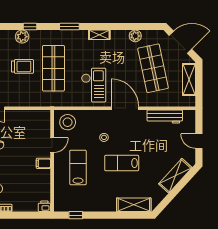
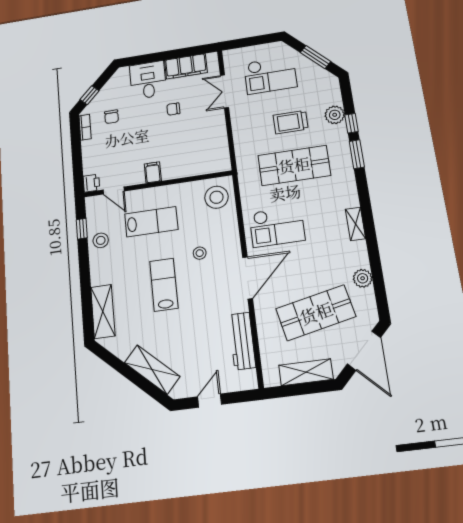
window: (69, 27) -> (357, 154), moved
trolley: (22, 66) -> (291, 122), turned 90
door: (52, 145) -> (114, 190), moved
stool: (86, 203) -> (101, 240), added

